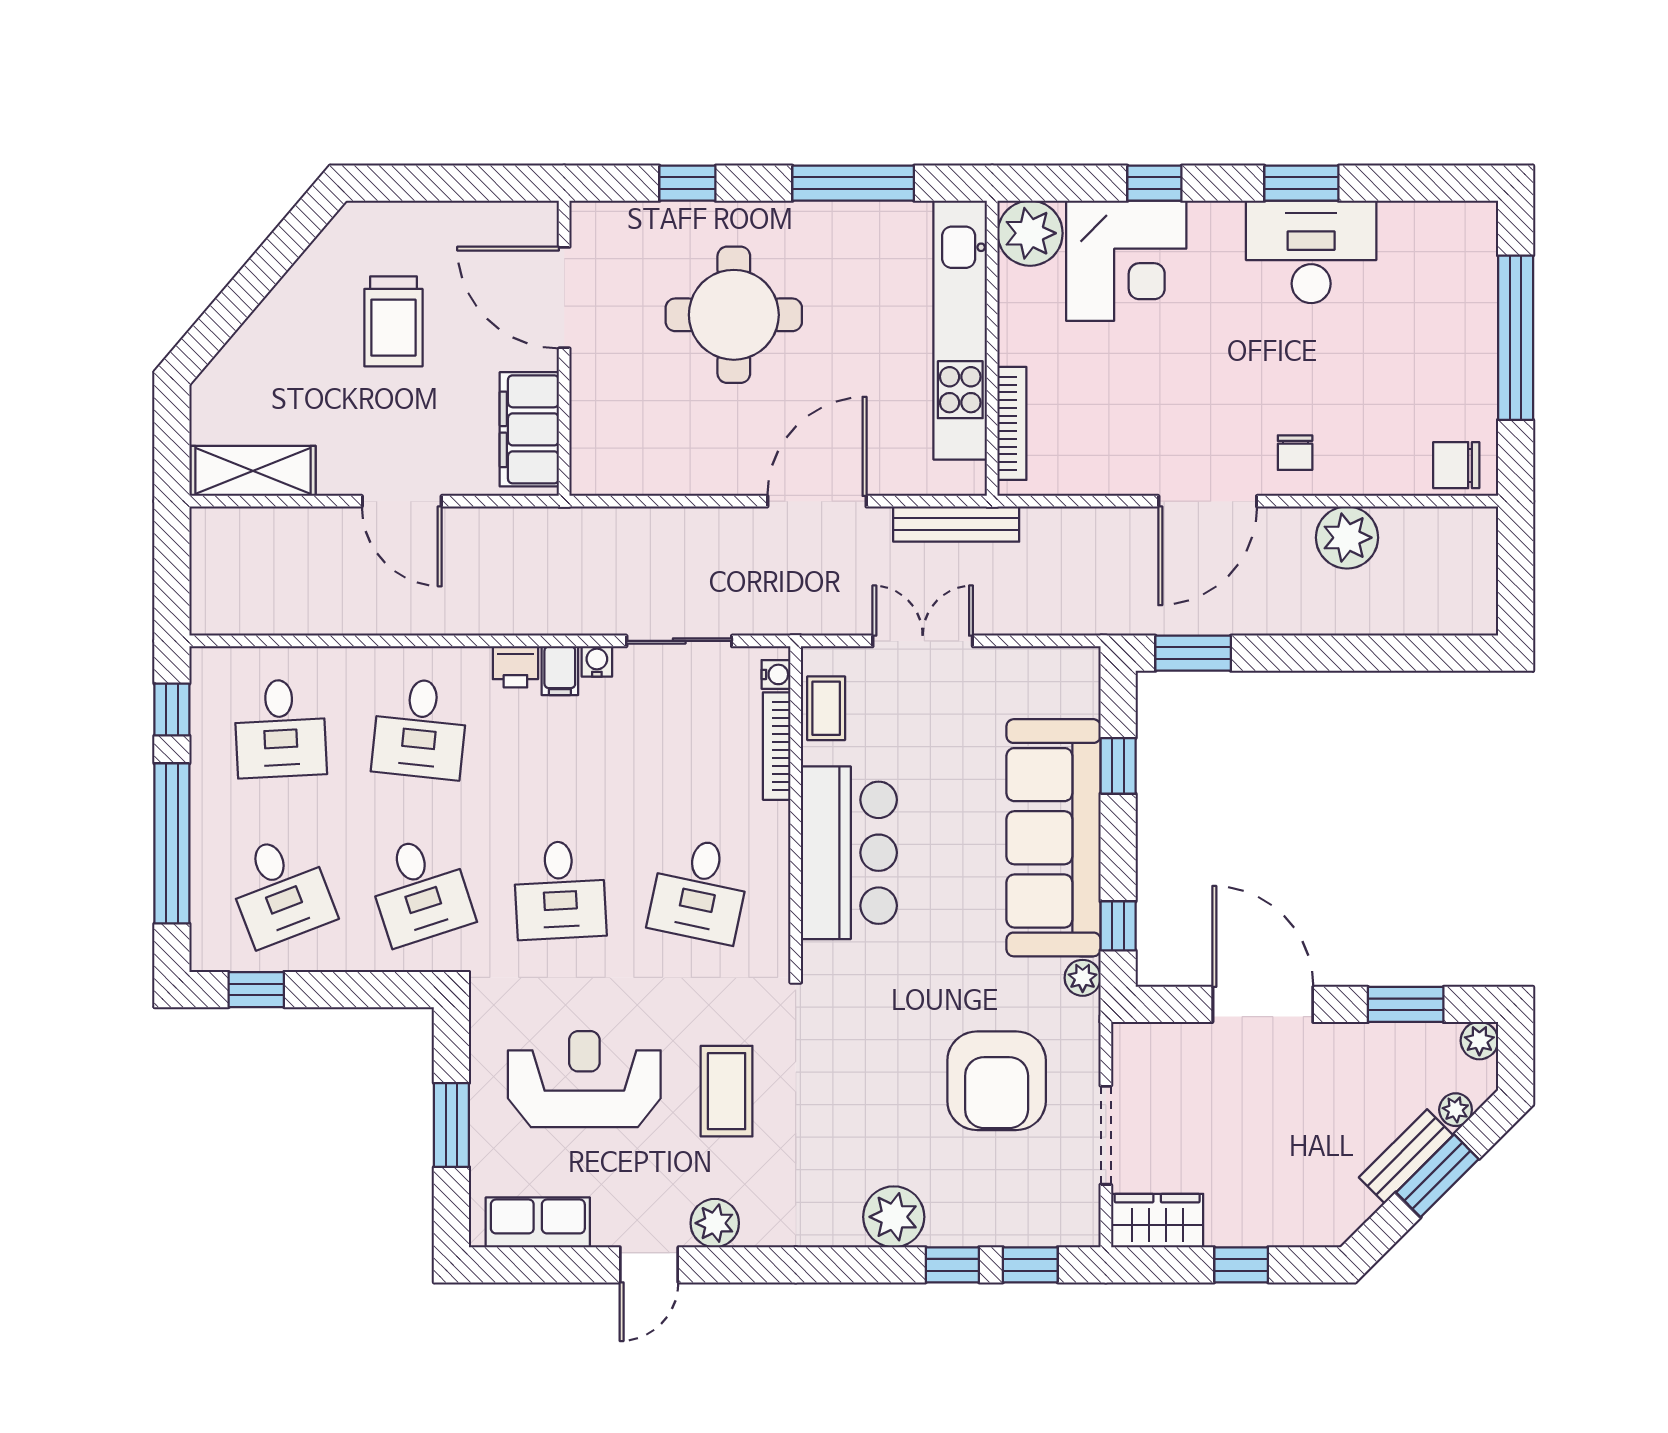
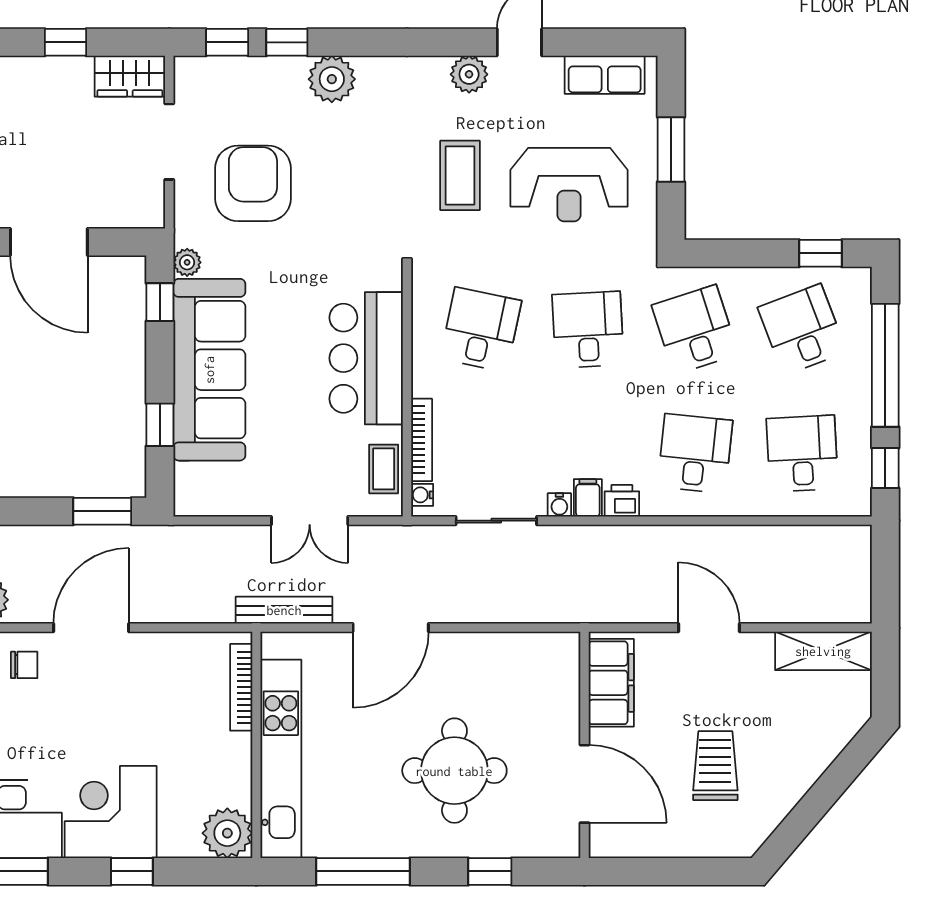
corner desk: (1126, 261) -> (111, 812), moved
chair: (1295, 453) -> (24, 665), turned 90

